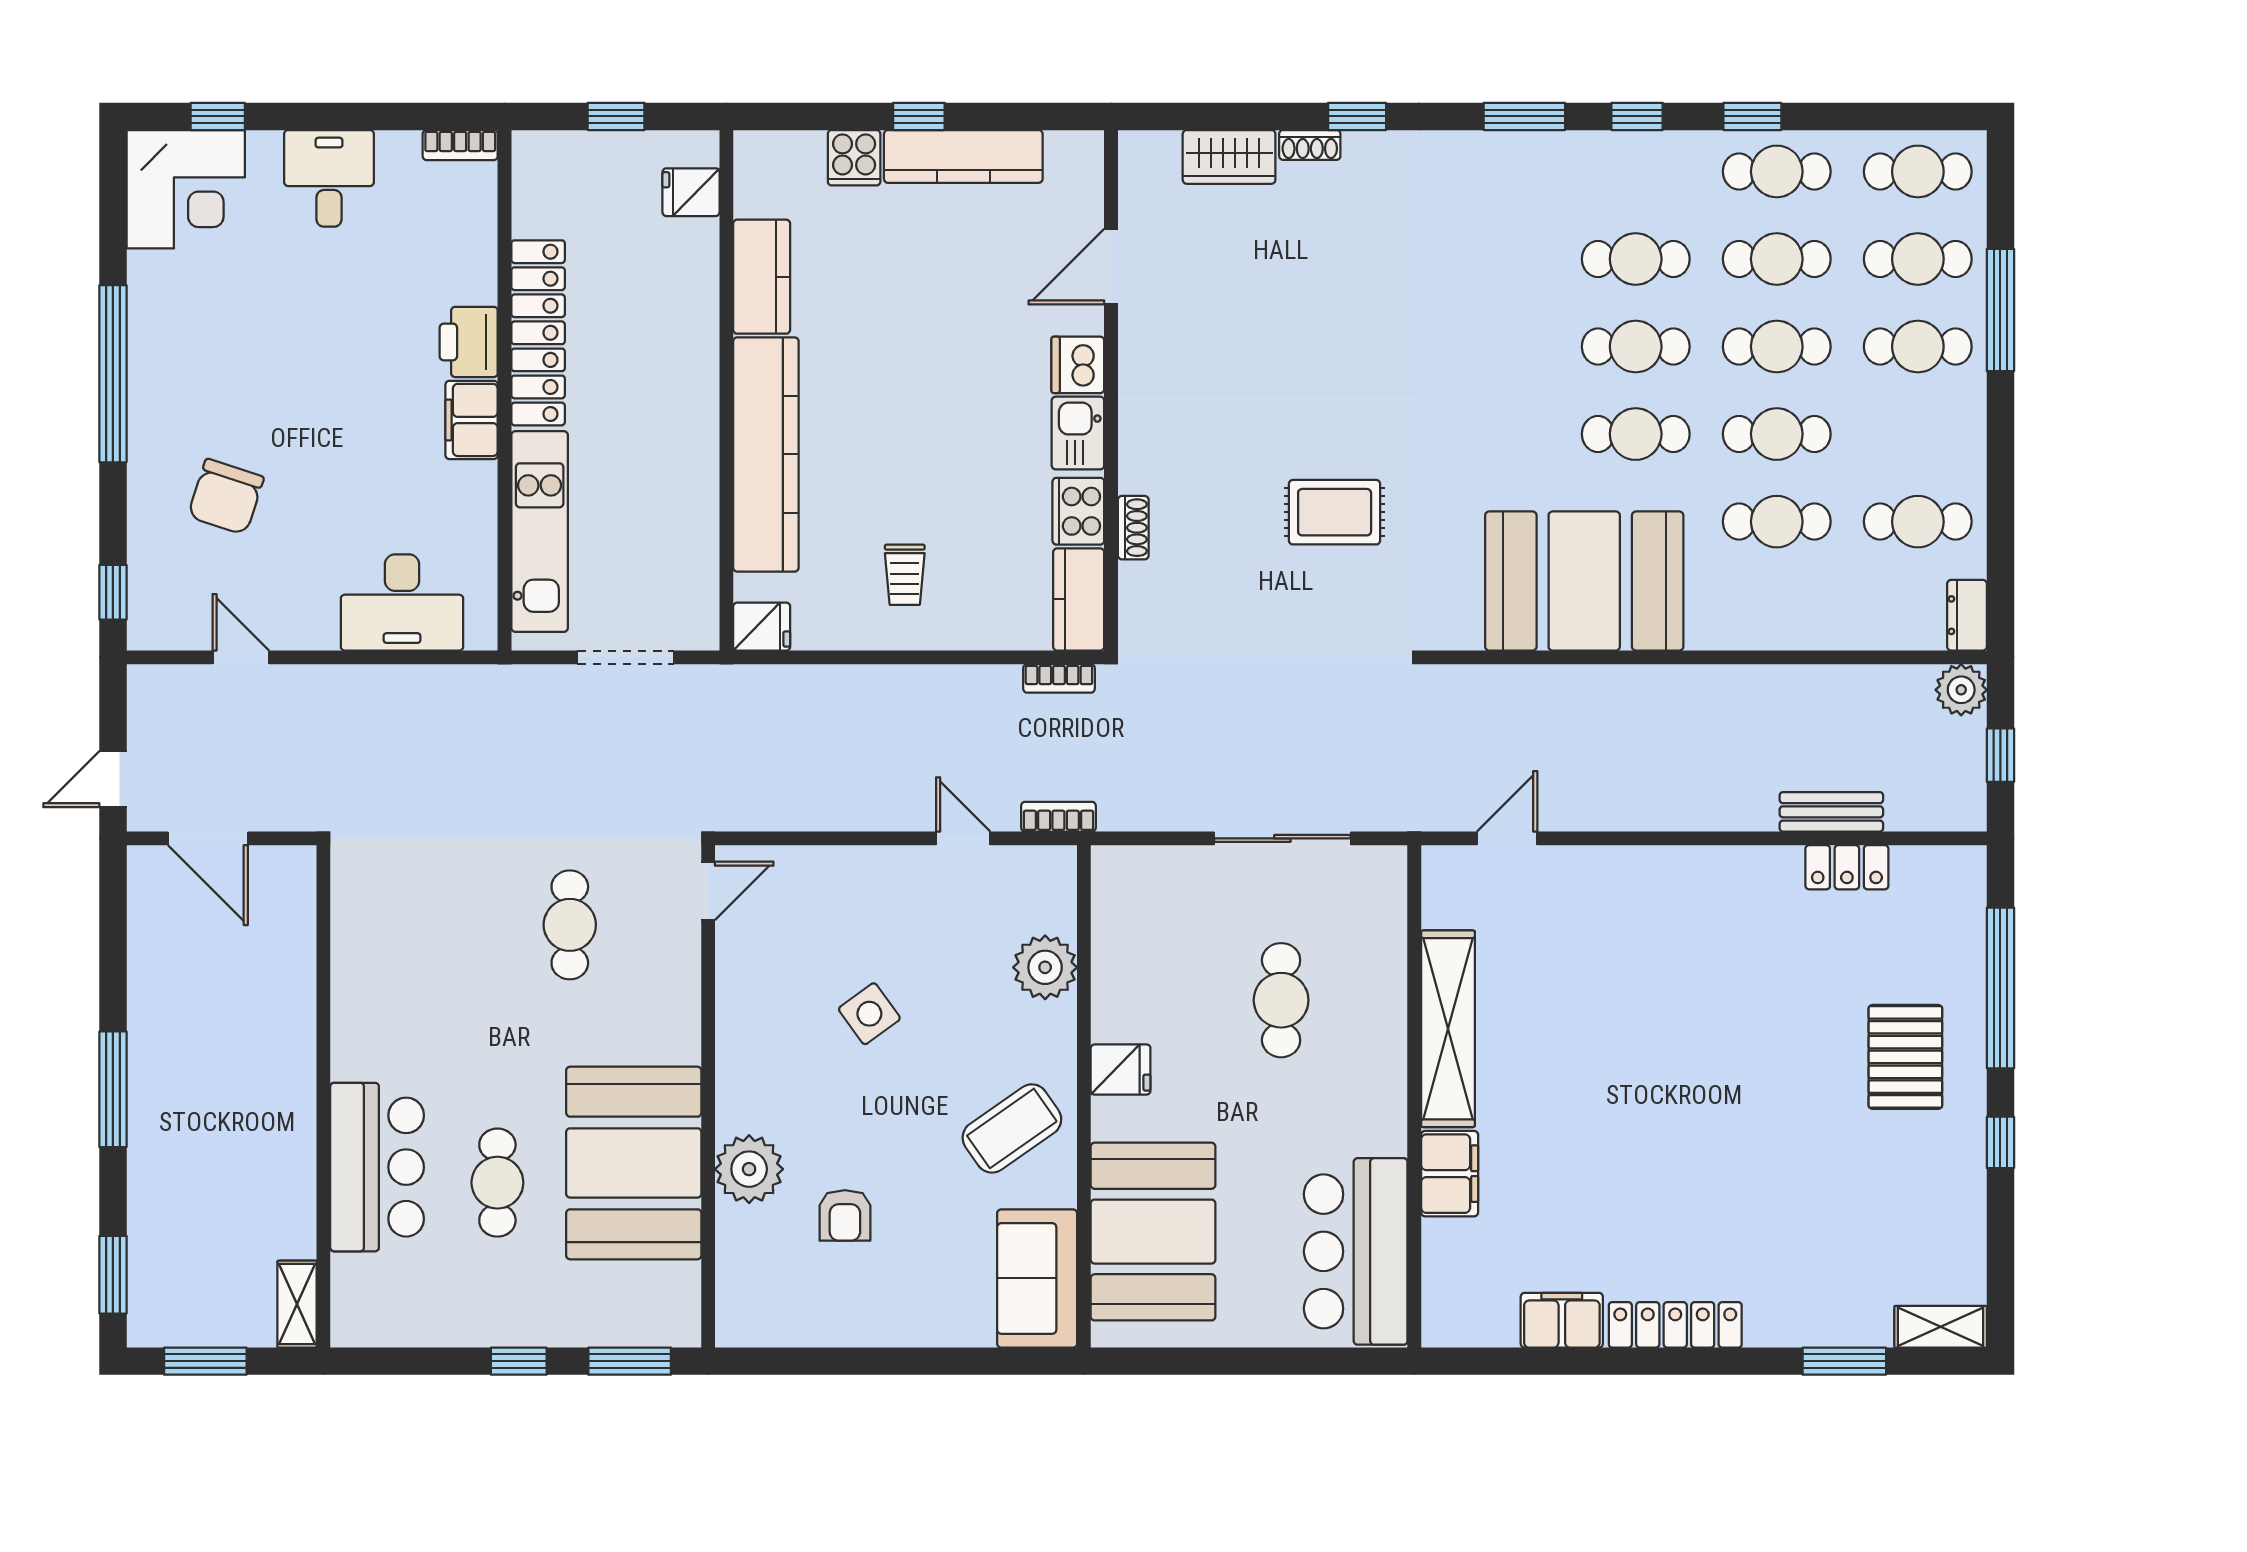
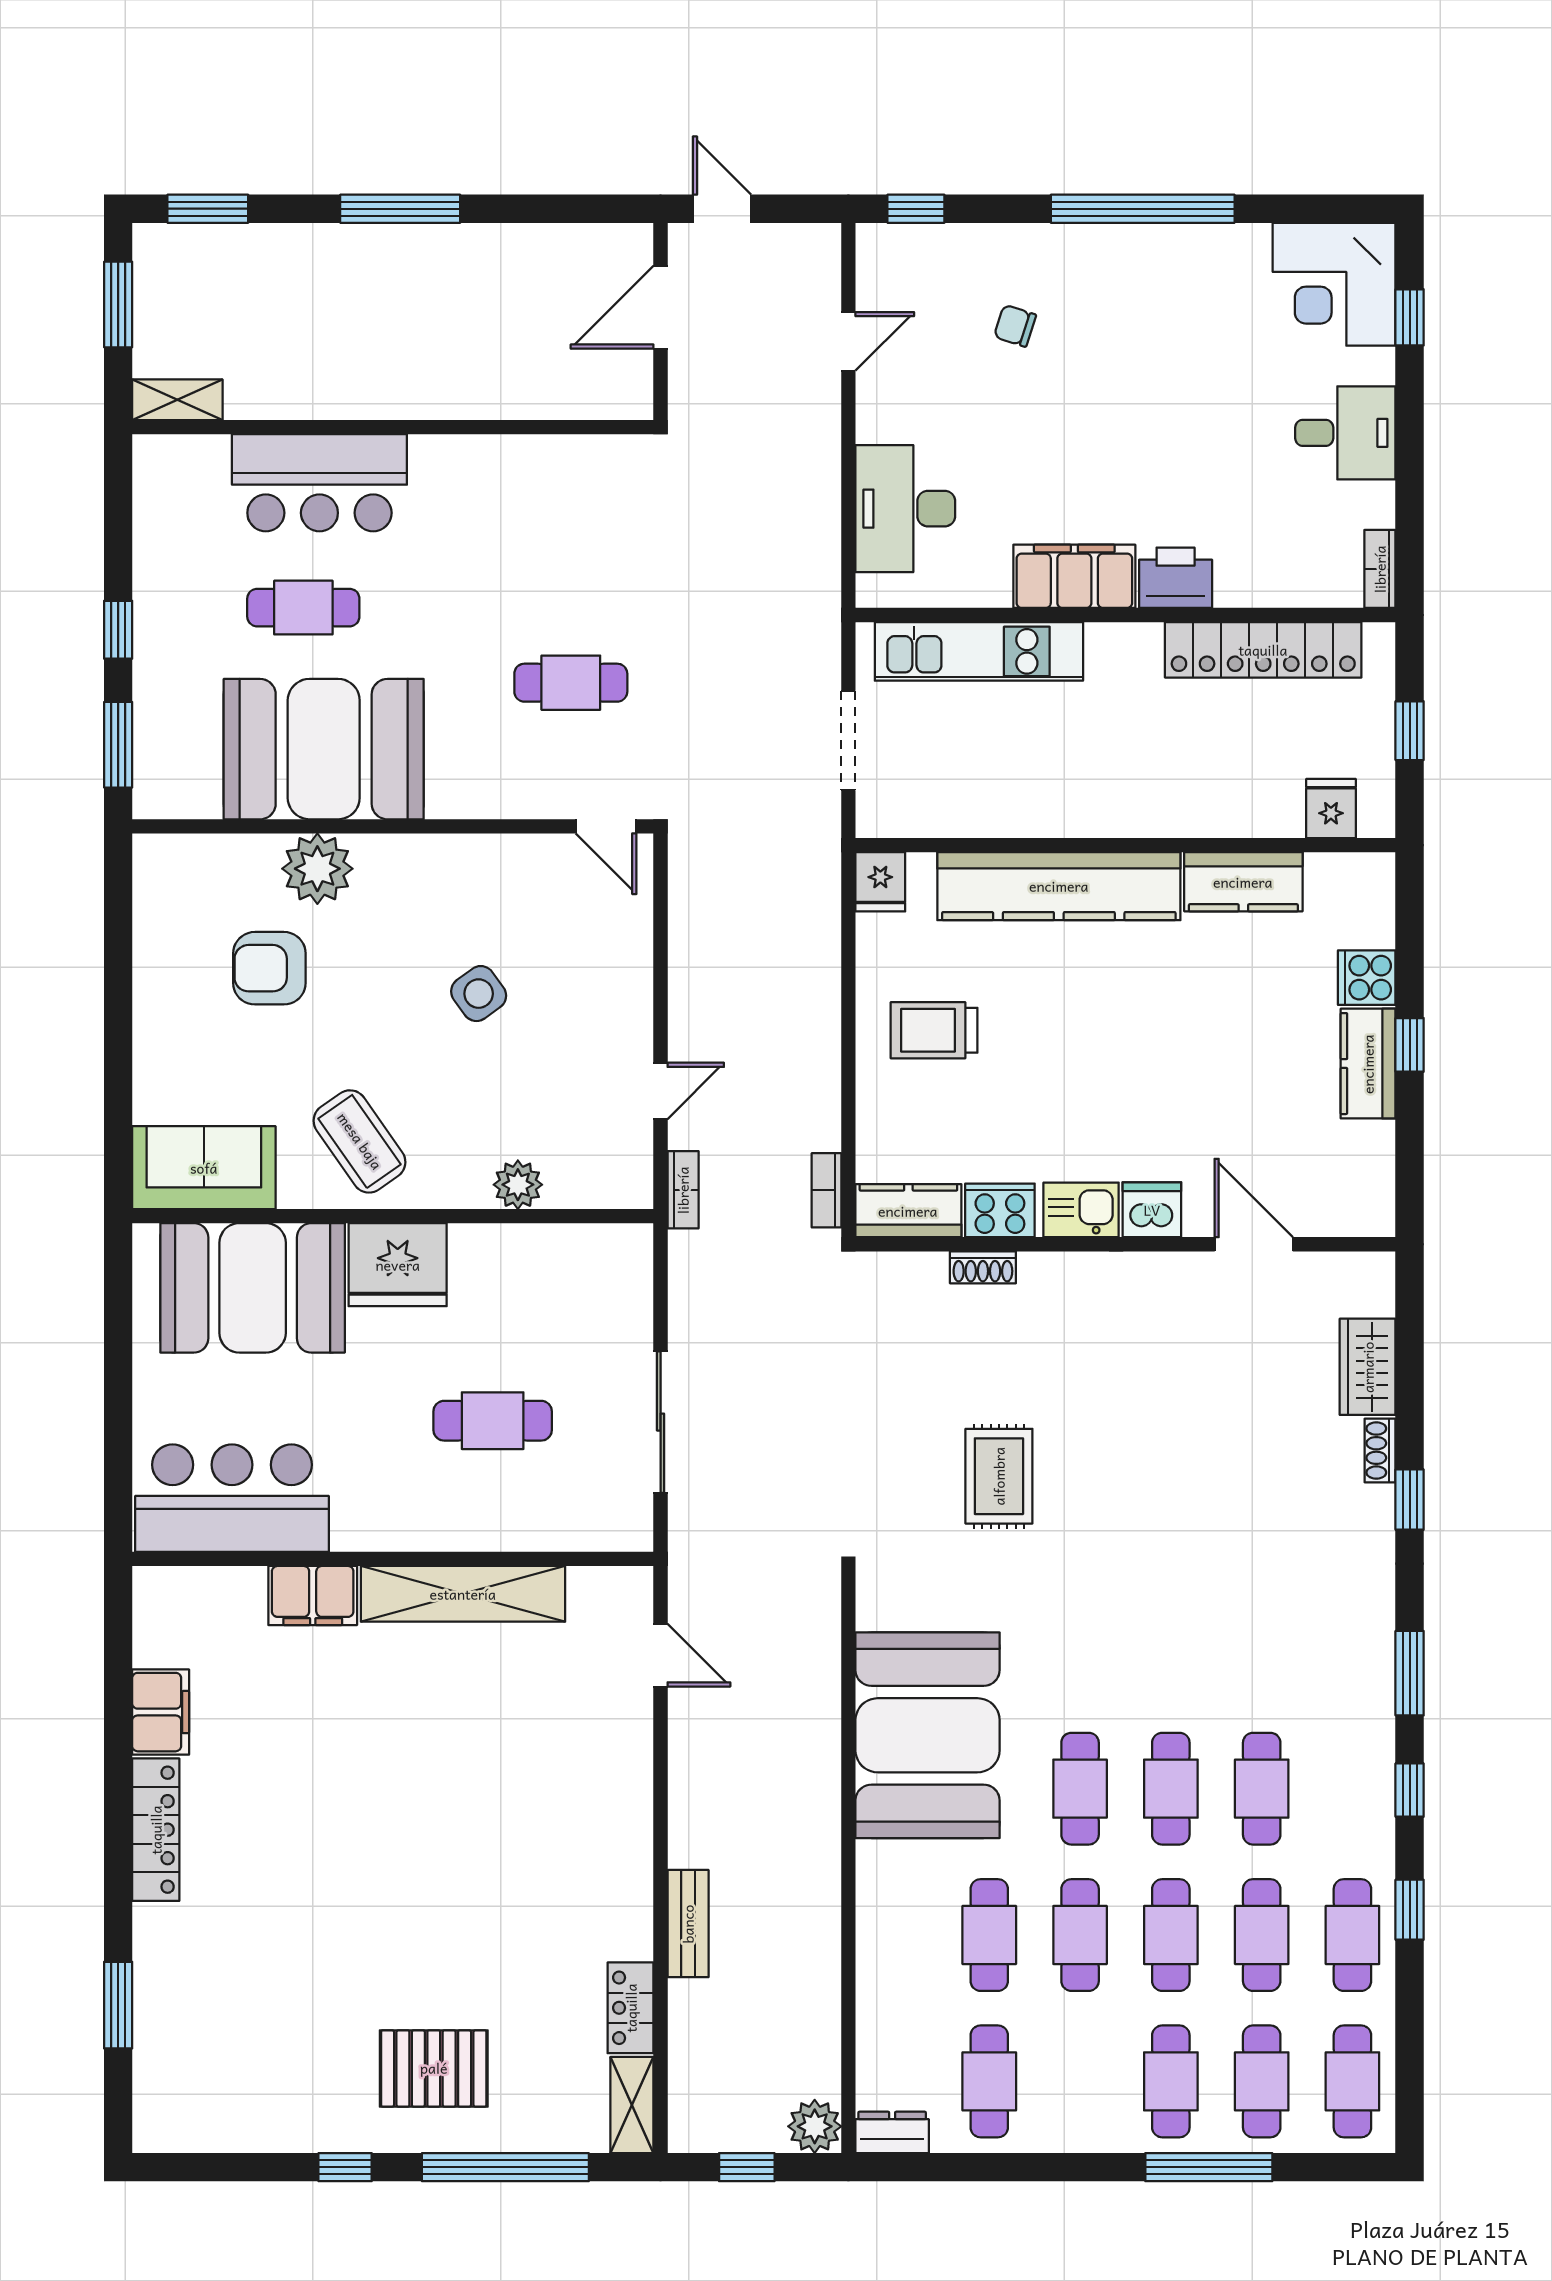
kitchen counter: (963, 156) -> (1368, 1064), width x0.67
locker: (538, 333) -> (1263, 650), moved
filing cabinet: (472, 420) -> (1074, 576), width x1.50, depth x1.17
chair: (226, 497) -> (1015, 326), width x0.54, depth x0.54
trolley: (905, 575) -> (934, 1030), width x1.36, depth x1.39
bench: (1831, 812) -> (688, 1924), moved
plant: (1045, 967) -> (518, 1185), width x0.73, depth x0.73
fridge: (1121, 1070) -> (398, 1265), width x1.88, depth x1.34
armchair: (845, 1215) -> (269, 968), width x1.38, depth x1.38
shelving: (1941, 1327) -> (632, 2105), moved

